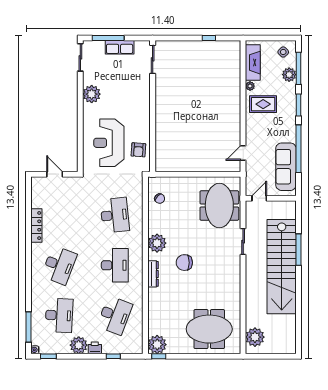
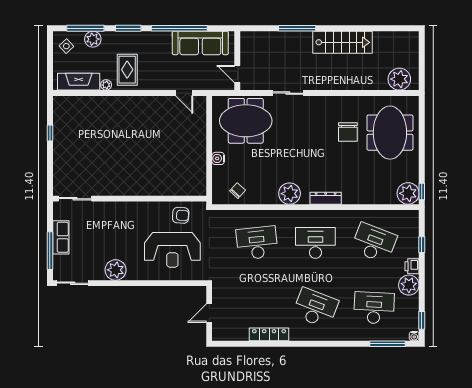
water cooler: (187, 182) -> (218, 158), added
chair: (184, 263) -> (348, 132), moved
stairs: (282, 267) -> (342, 42), width x0.54, depth x0.66

